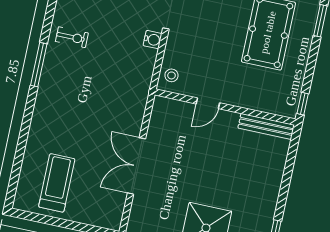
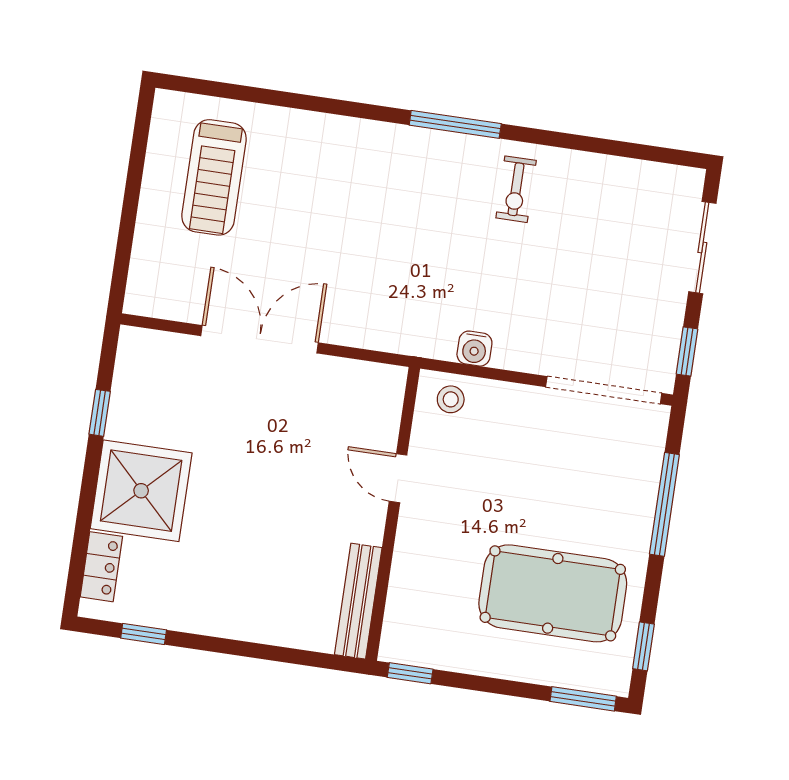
water cooler: (153, 40) -> (474, 349), moved
treadmill: (57, 183) -> (214, 177), turned 90

